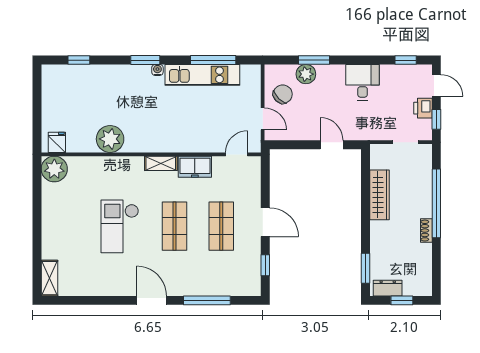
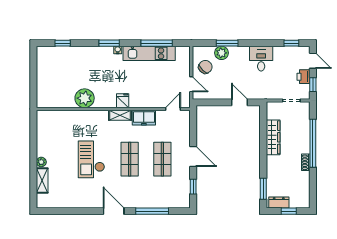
fridge: (57, 142) -> (123, 101), moved
plant: (54, 169) -> (41, 162), moved, width x0.53, depth x0.53
shelving: (49, 278) -> (42, 180), moved

